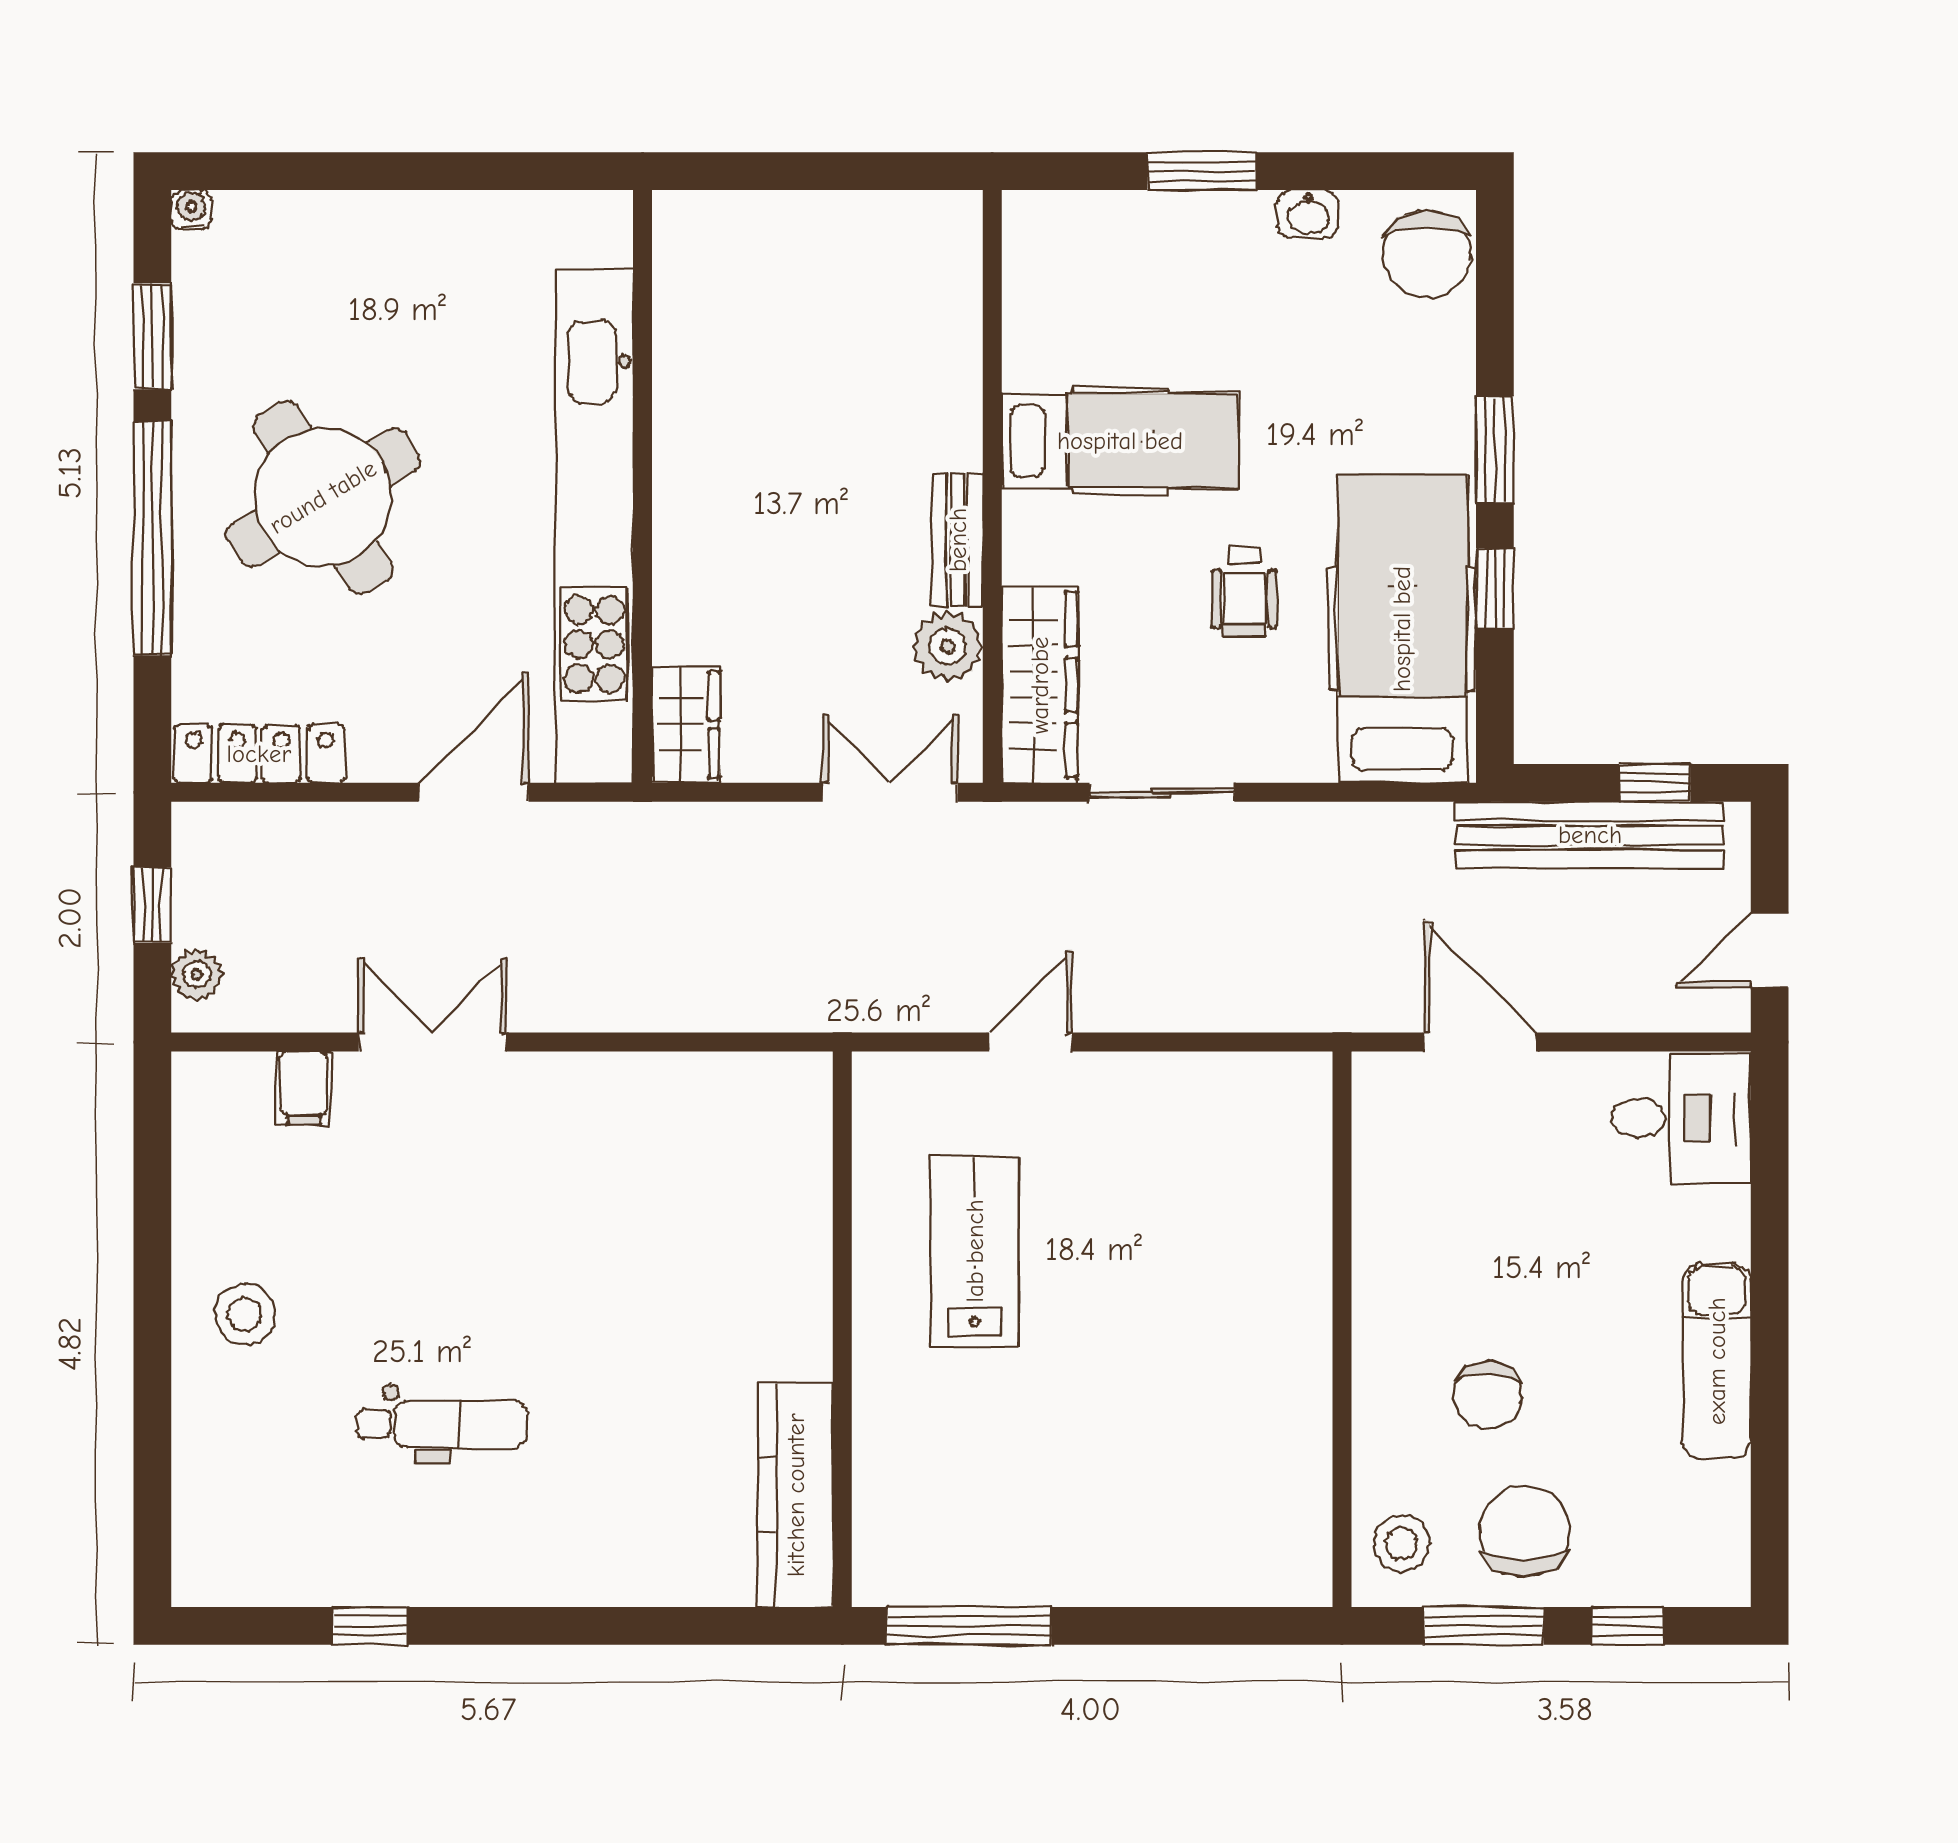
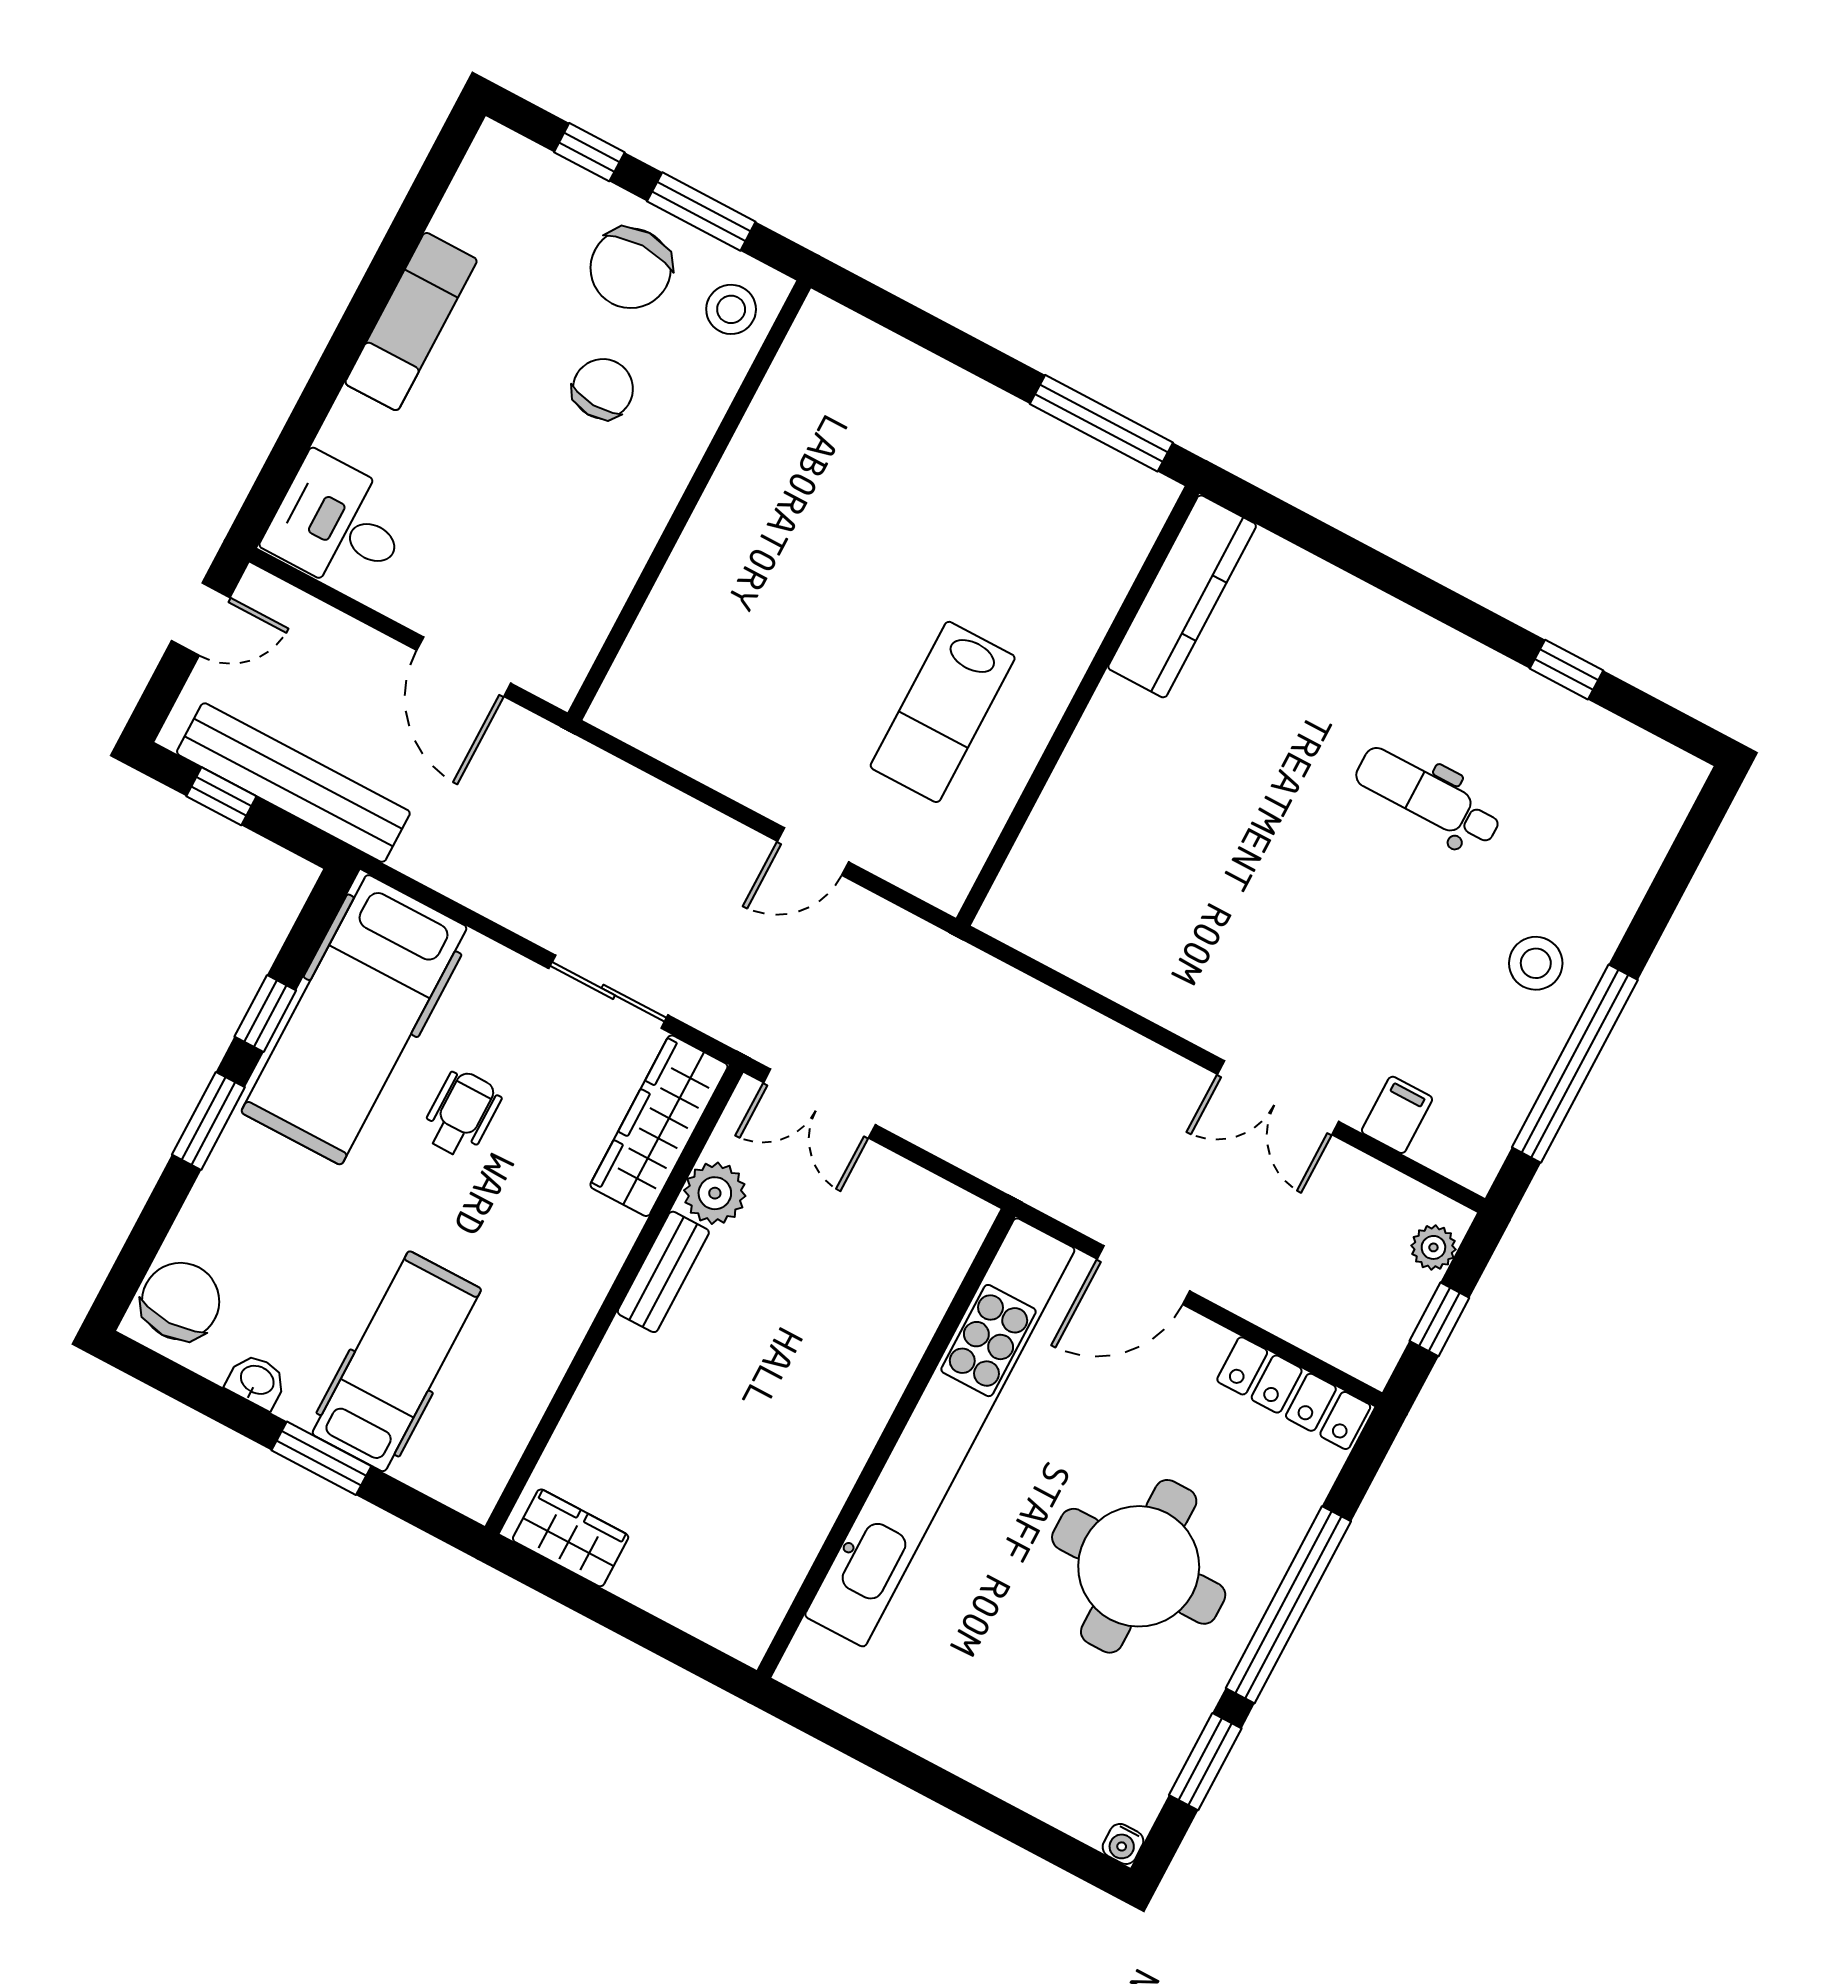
hospital bed: (1120, 441) -> (397, 1362), moved, turned 90
round table: (323, 497) -> (1139, 1566), turned 31
wardrobe: (686, 725) -> (571, 1538), moved, turned 90
window: (152, 1234) -> (1575, 1064), added

